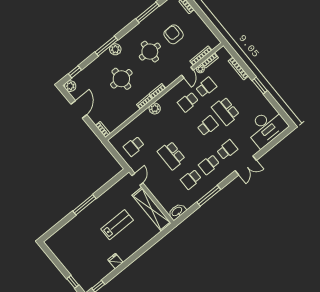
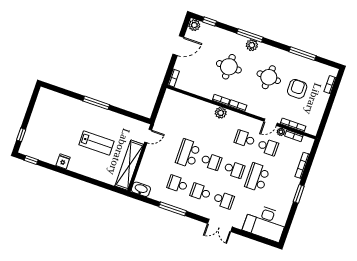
school desk: (134, 146) -> (211, 161), moved, turned 180

